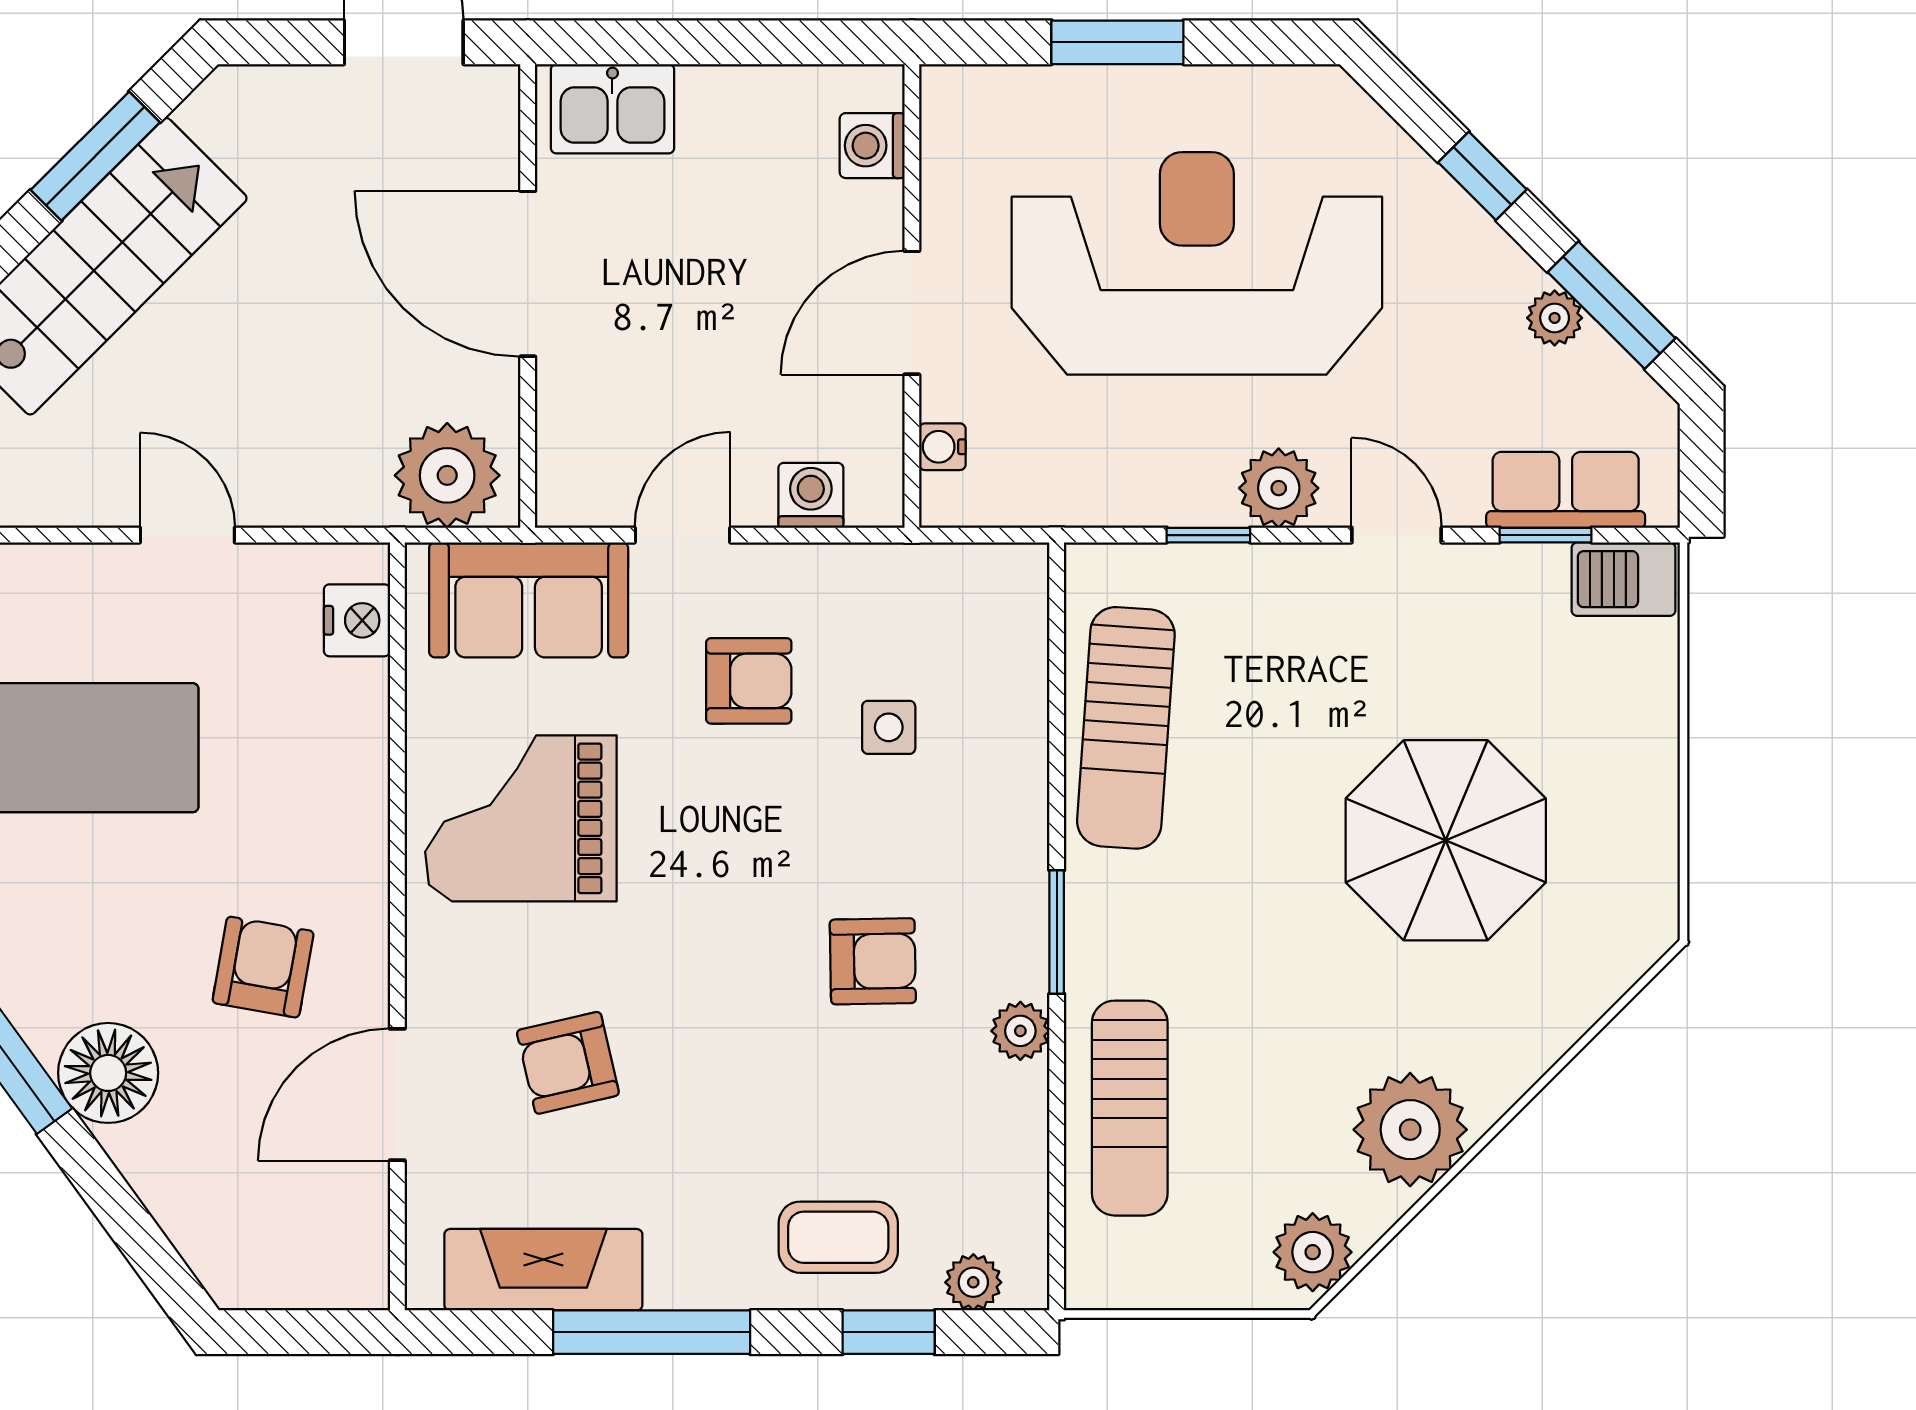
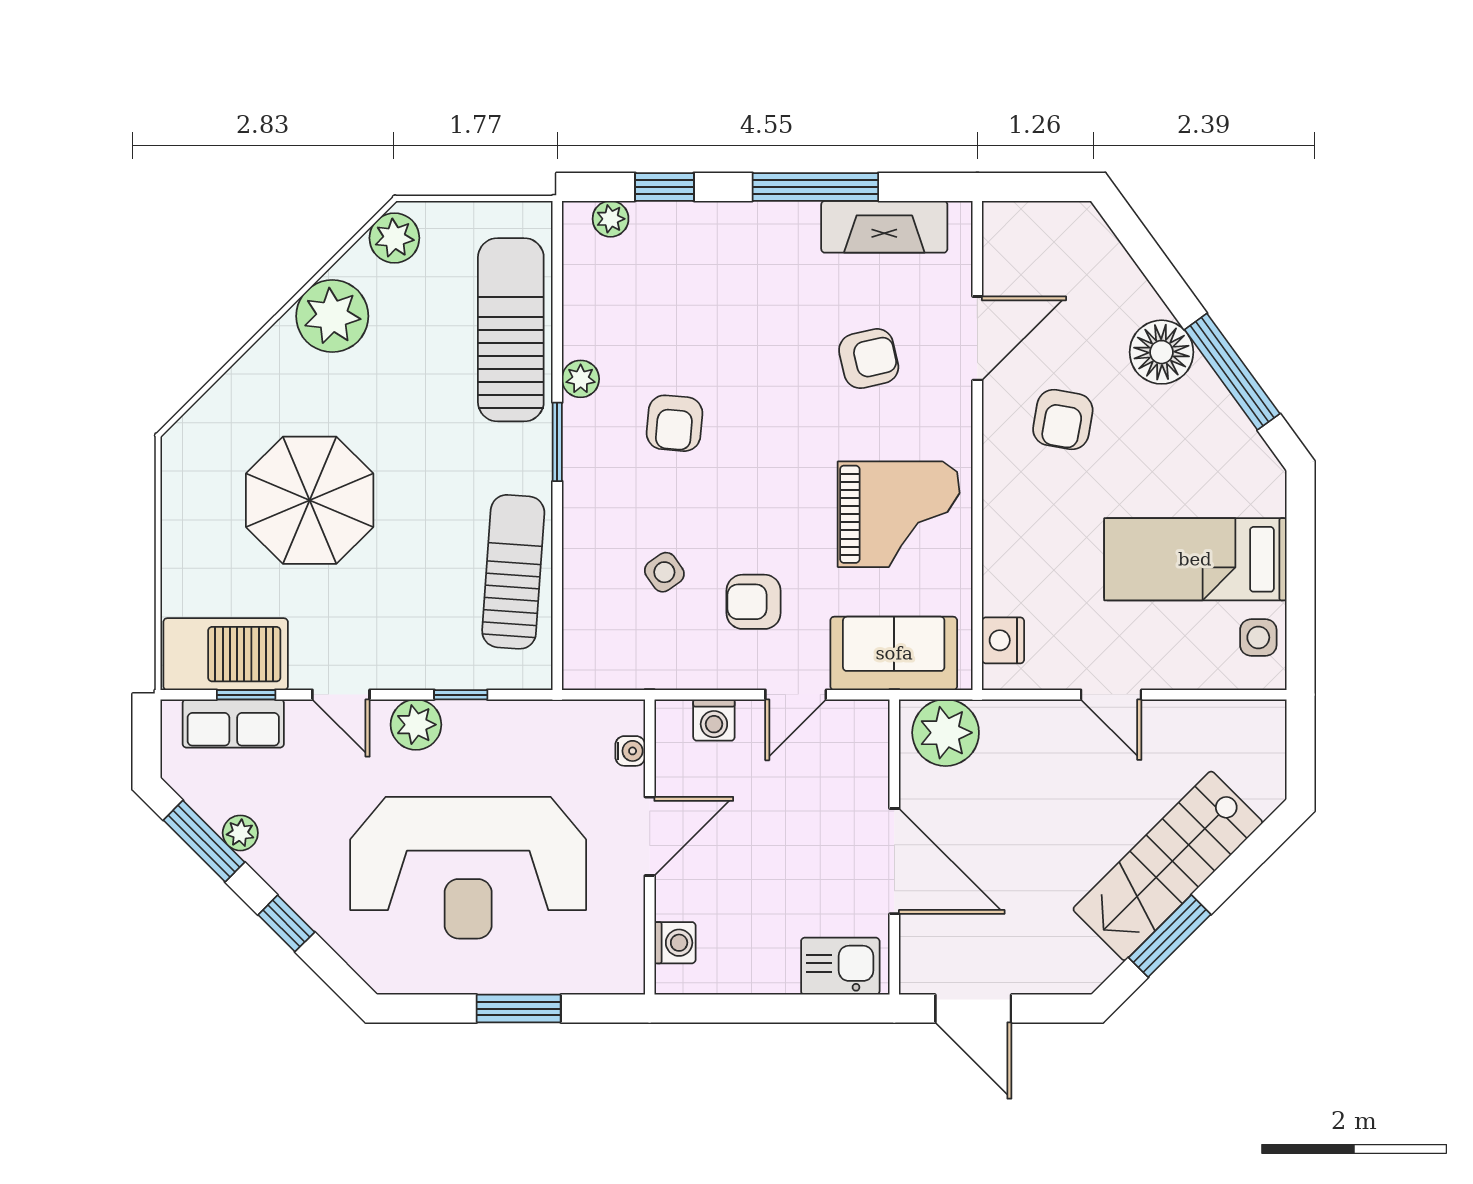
barbecue: (1624, 579) -> (226, 654), width x1.88, depth x1.53
side table: (889, 727) -> (664, 572), turned -35
armchair: (873, 961) -> (674, 423), turned -84
sun lounger: (1130, 1108) -> (511, 330), width x1.36, depth x1.34
coffee table: (838, 1237) -> (697, 247), removed

